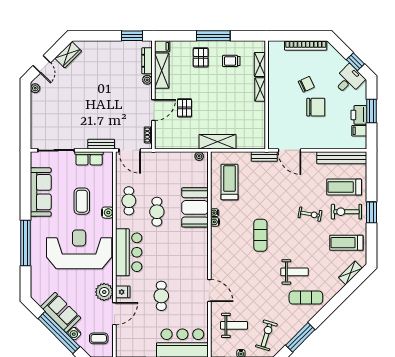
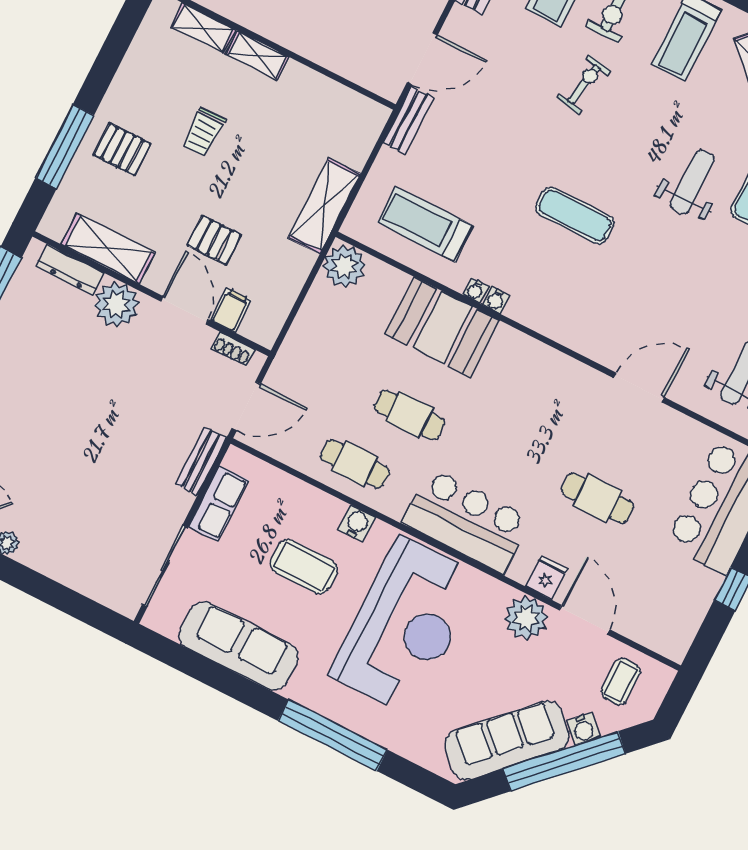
window: (213, 36) -> (65, 147), moved
filing cabinet: (162, 46) -> (231, 310), moved
trolley: (231, 61) -> (204, 132), moved
plant: (147, 80) -> (117, 304), width x1.88, depth x1.88
plant: (199, 156) -> (344, 266), width x1.87, depth x1.87
reception desk: (79, 249) -> (405, 626), turned 180
sofa: (61, 312) -> (507, 740), width x1.36

